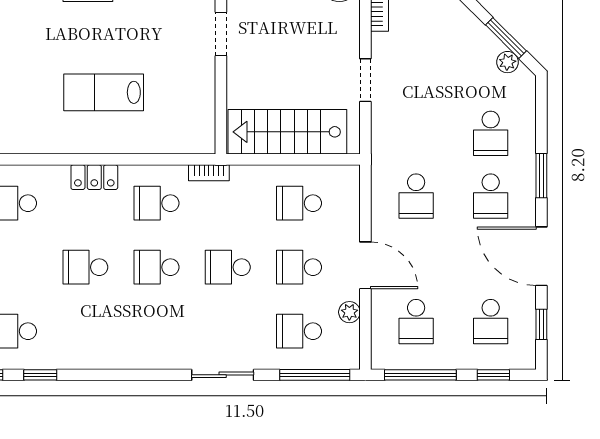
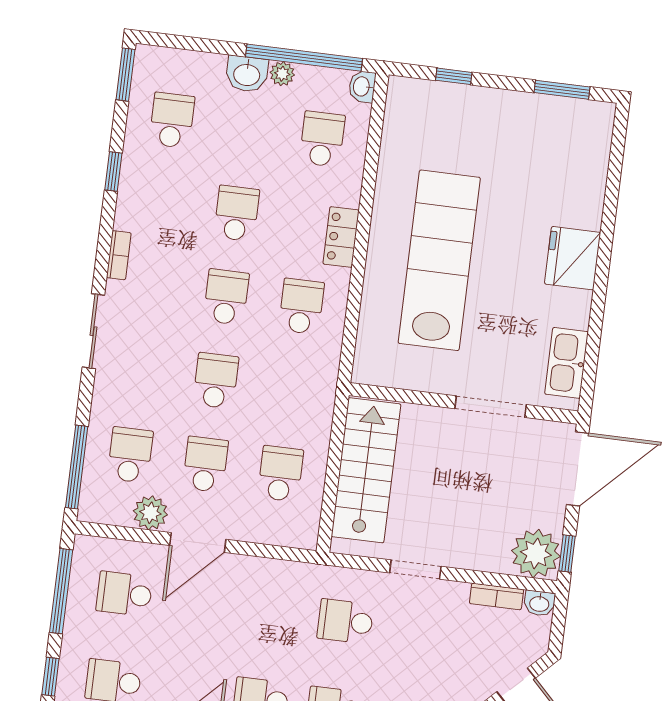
doorway: (221, 34) -> (491, 407), width x1.38
lab bench: (104, 92) -> (439, 260), width x1.86, depth x1.39
bookcase: (209, 173) -> (119, 255), moved, turned 180
school desk: (416, 196) -> (345, 621), moved
plant: (349, 312) -> (150, 513), width x1.38, depth x1.38
window: (40, 375) -> (113, 171), moved
sliding door: (223, 375) -> (93, 331), moved

